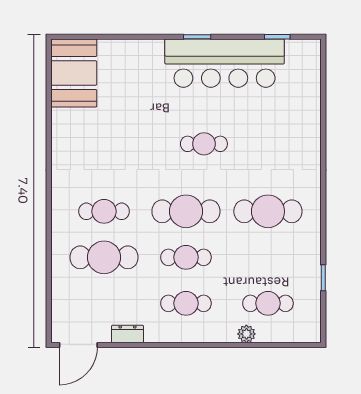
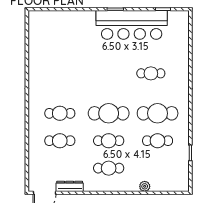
booth: (74, 73) -> (42, 31), removed
cafe table: (204, 144) -> (151, 73), moved
cafe table: (104, 257) -> (60, 141), width x0.73, depth x0.74
cafe table: (268, 303) -> (158, 141), moved
dresser: (127, 334) -> (70, 186), width x1.44

